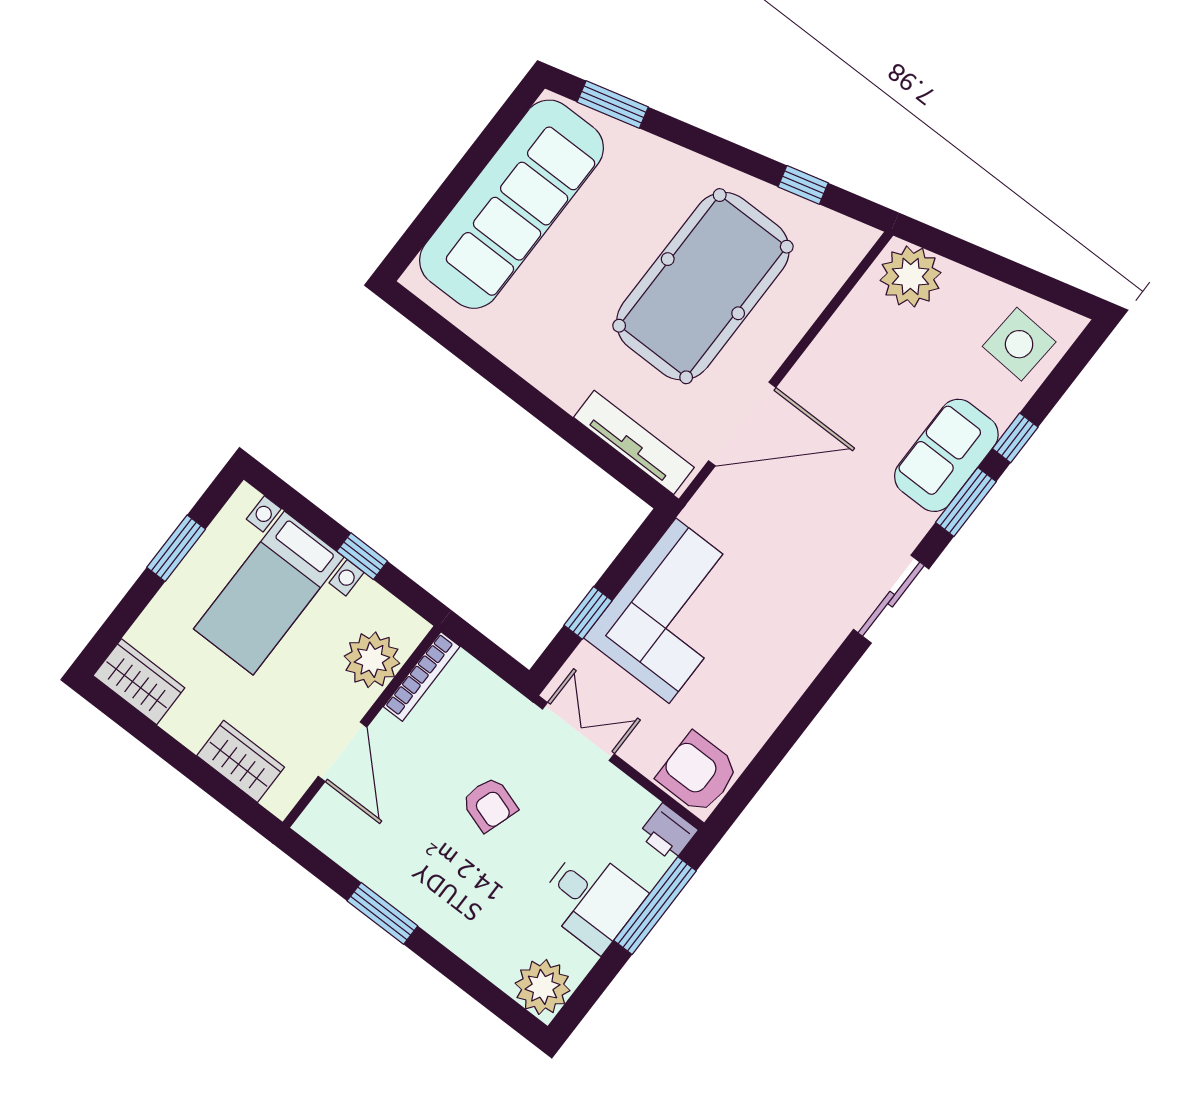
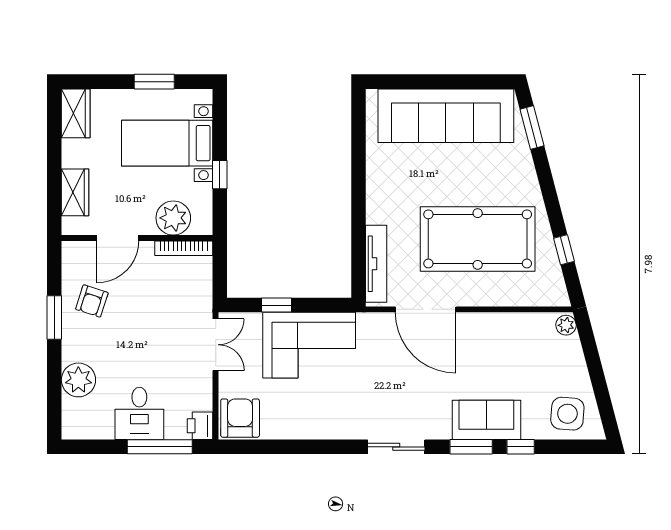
plant: (911, 276) -> (566, 325), width x0.53, depth x0.53
armchair: (489, 804) -> (92, 301), moved
plant: (543, 987) -> (78, 380), moved

